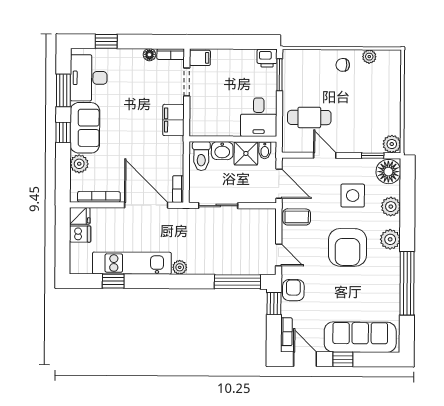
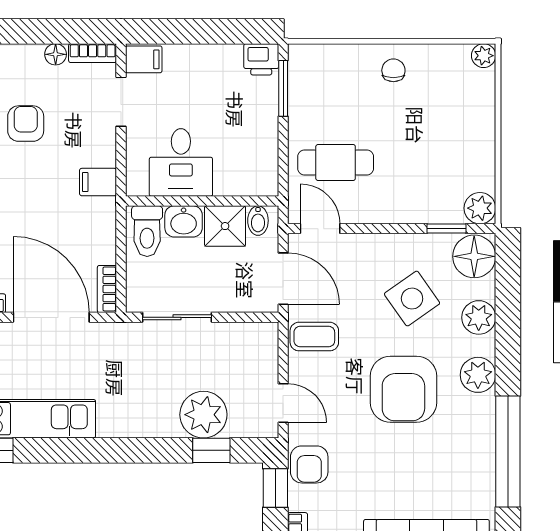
plant: (369, 57) -> (484, 56), moved
chair: (343, 65) -> (393, 70), turned 87
armchair: (132, 94) -> (26, 124), added
desk: (259, 117) -> (181, 163), moved
filing cabinet: (173, 120) -> (98, 182), width x0.50
door: (325, 155) -> (320, 229), moved
side table: (353, 196) -> (412, 299), turned -35
plant: (180, 267) -> (203, 415), moved, width x1.88, depth x1.88
window: (237, 282) -> (211, 450), width x0.46
armchair: (293, 290) -> (309, 464), turned 180

